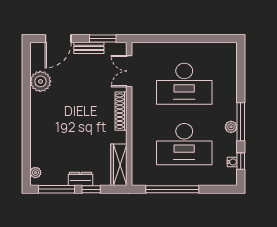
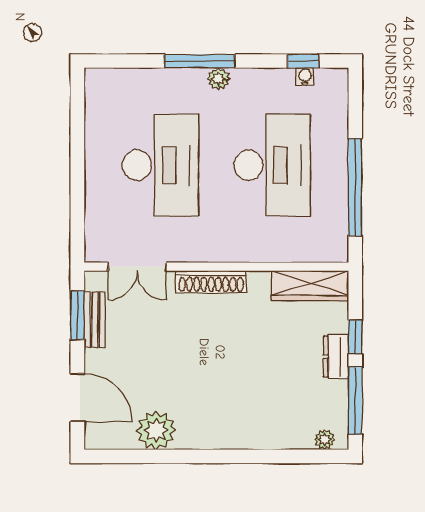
bench: (89, 48) -> (95, 320), moved
window: (241, 122) -> (200, 61), moved
plant: (231, 127) -> (218, 79), moved

